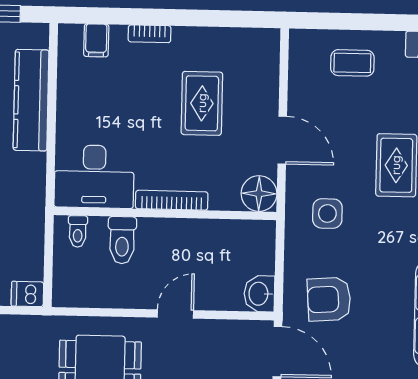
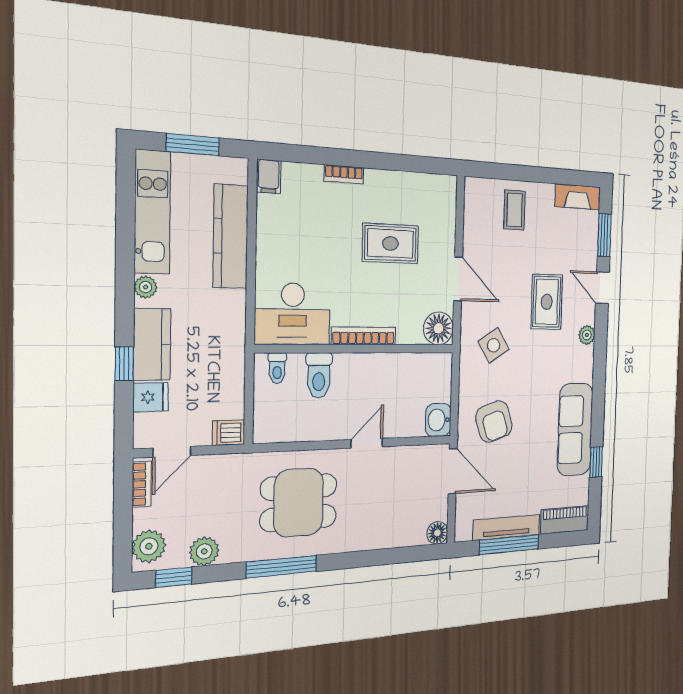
filing cabinet: (96, 40) -> (269, 176), moved
coffee table: (352, 63) -> (515, 210), turned 90
rug: (202, 103) -> (390, 244), turned 90
side table: (327, 214) -> (494, 345), turned -32
armchair: (329, 299) -> (494, 422), turned -104

